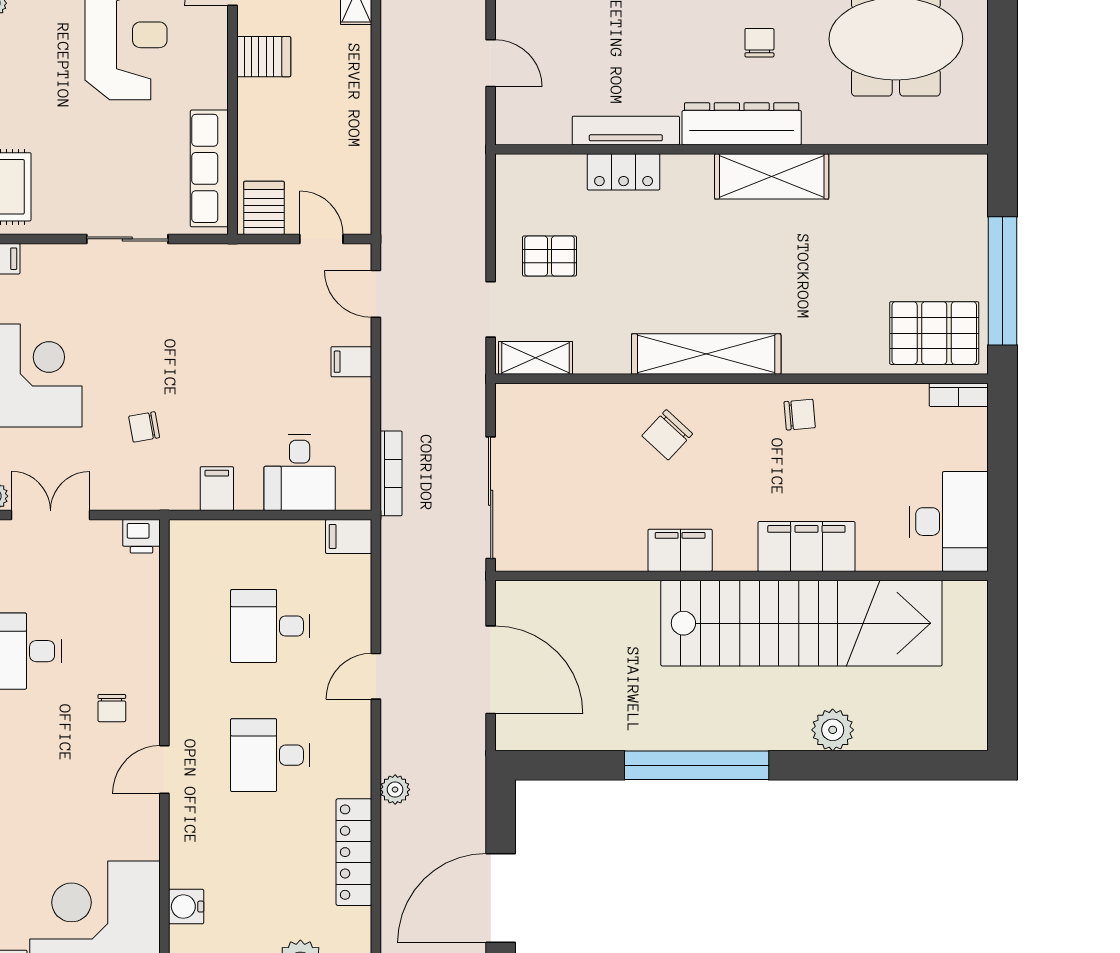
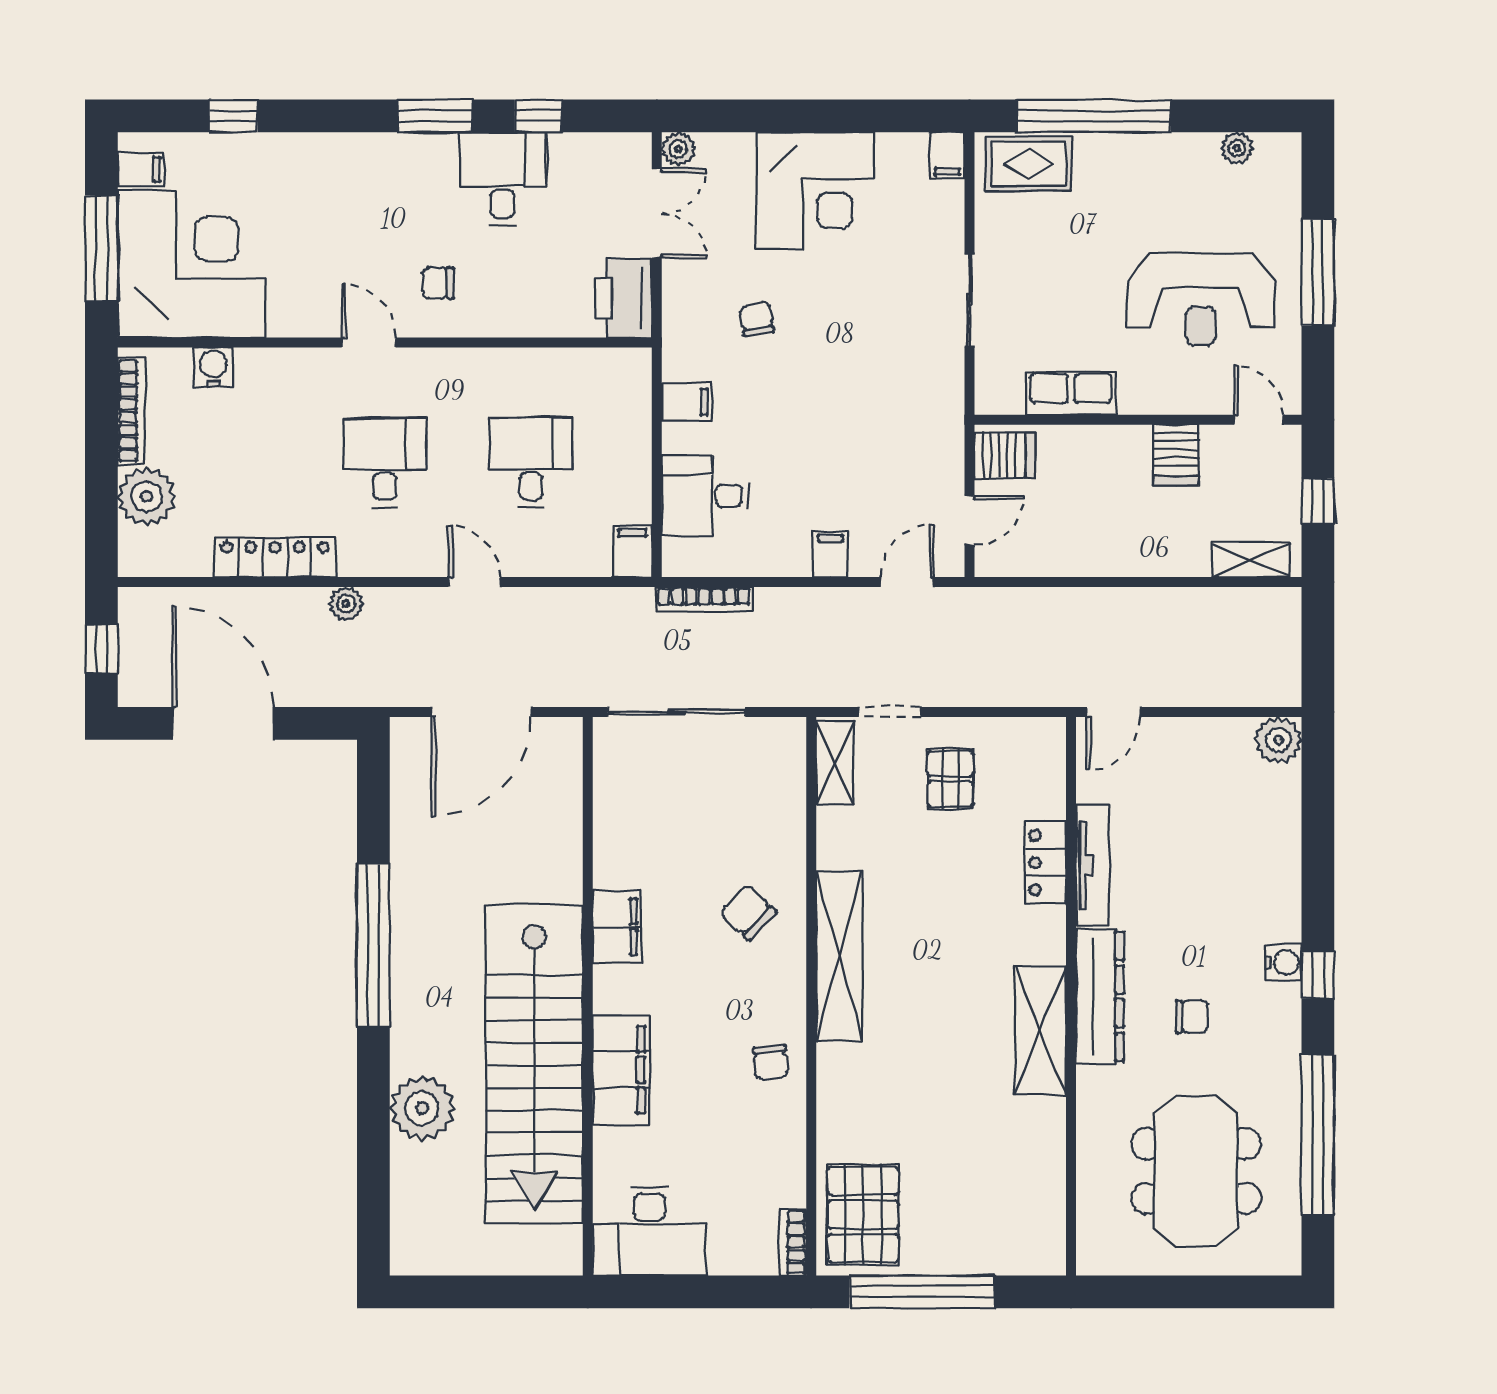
door: (491, 63) -> (1114, 712), moved
row of seats: (209, 168) -> (1071, 393), width x0.68
printer: (141, 536) -> (624, 298), width x1.87, depth x1.48
plant: (833, 730) -> (422, 1108), width x1.36, depth x1.36

